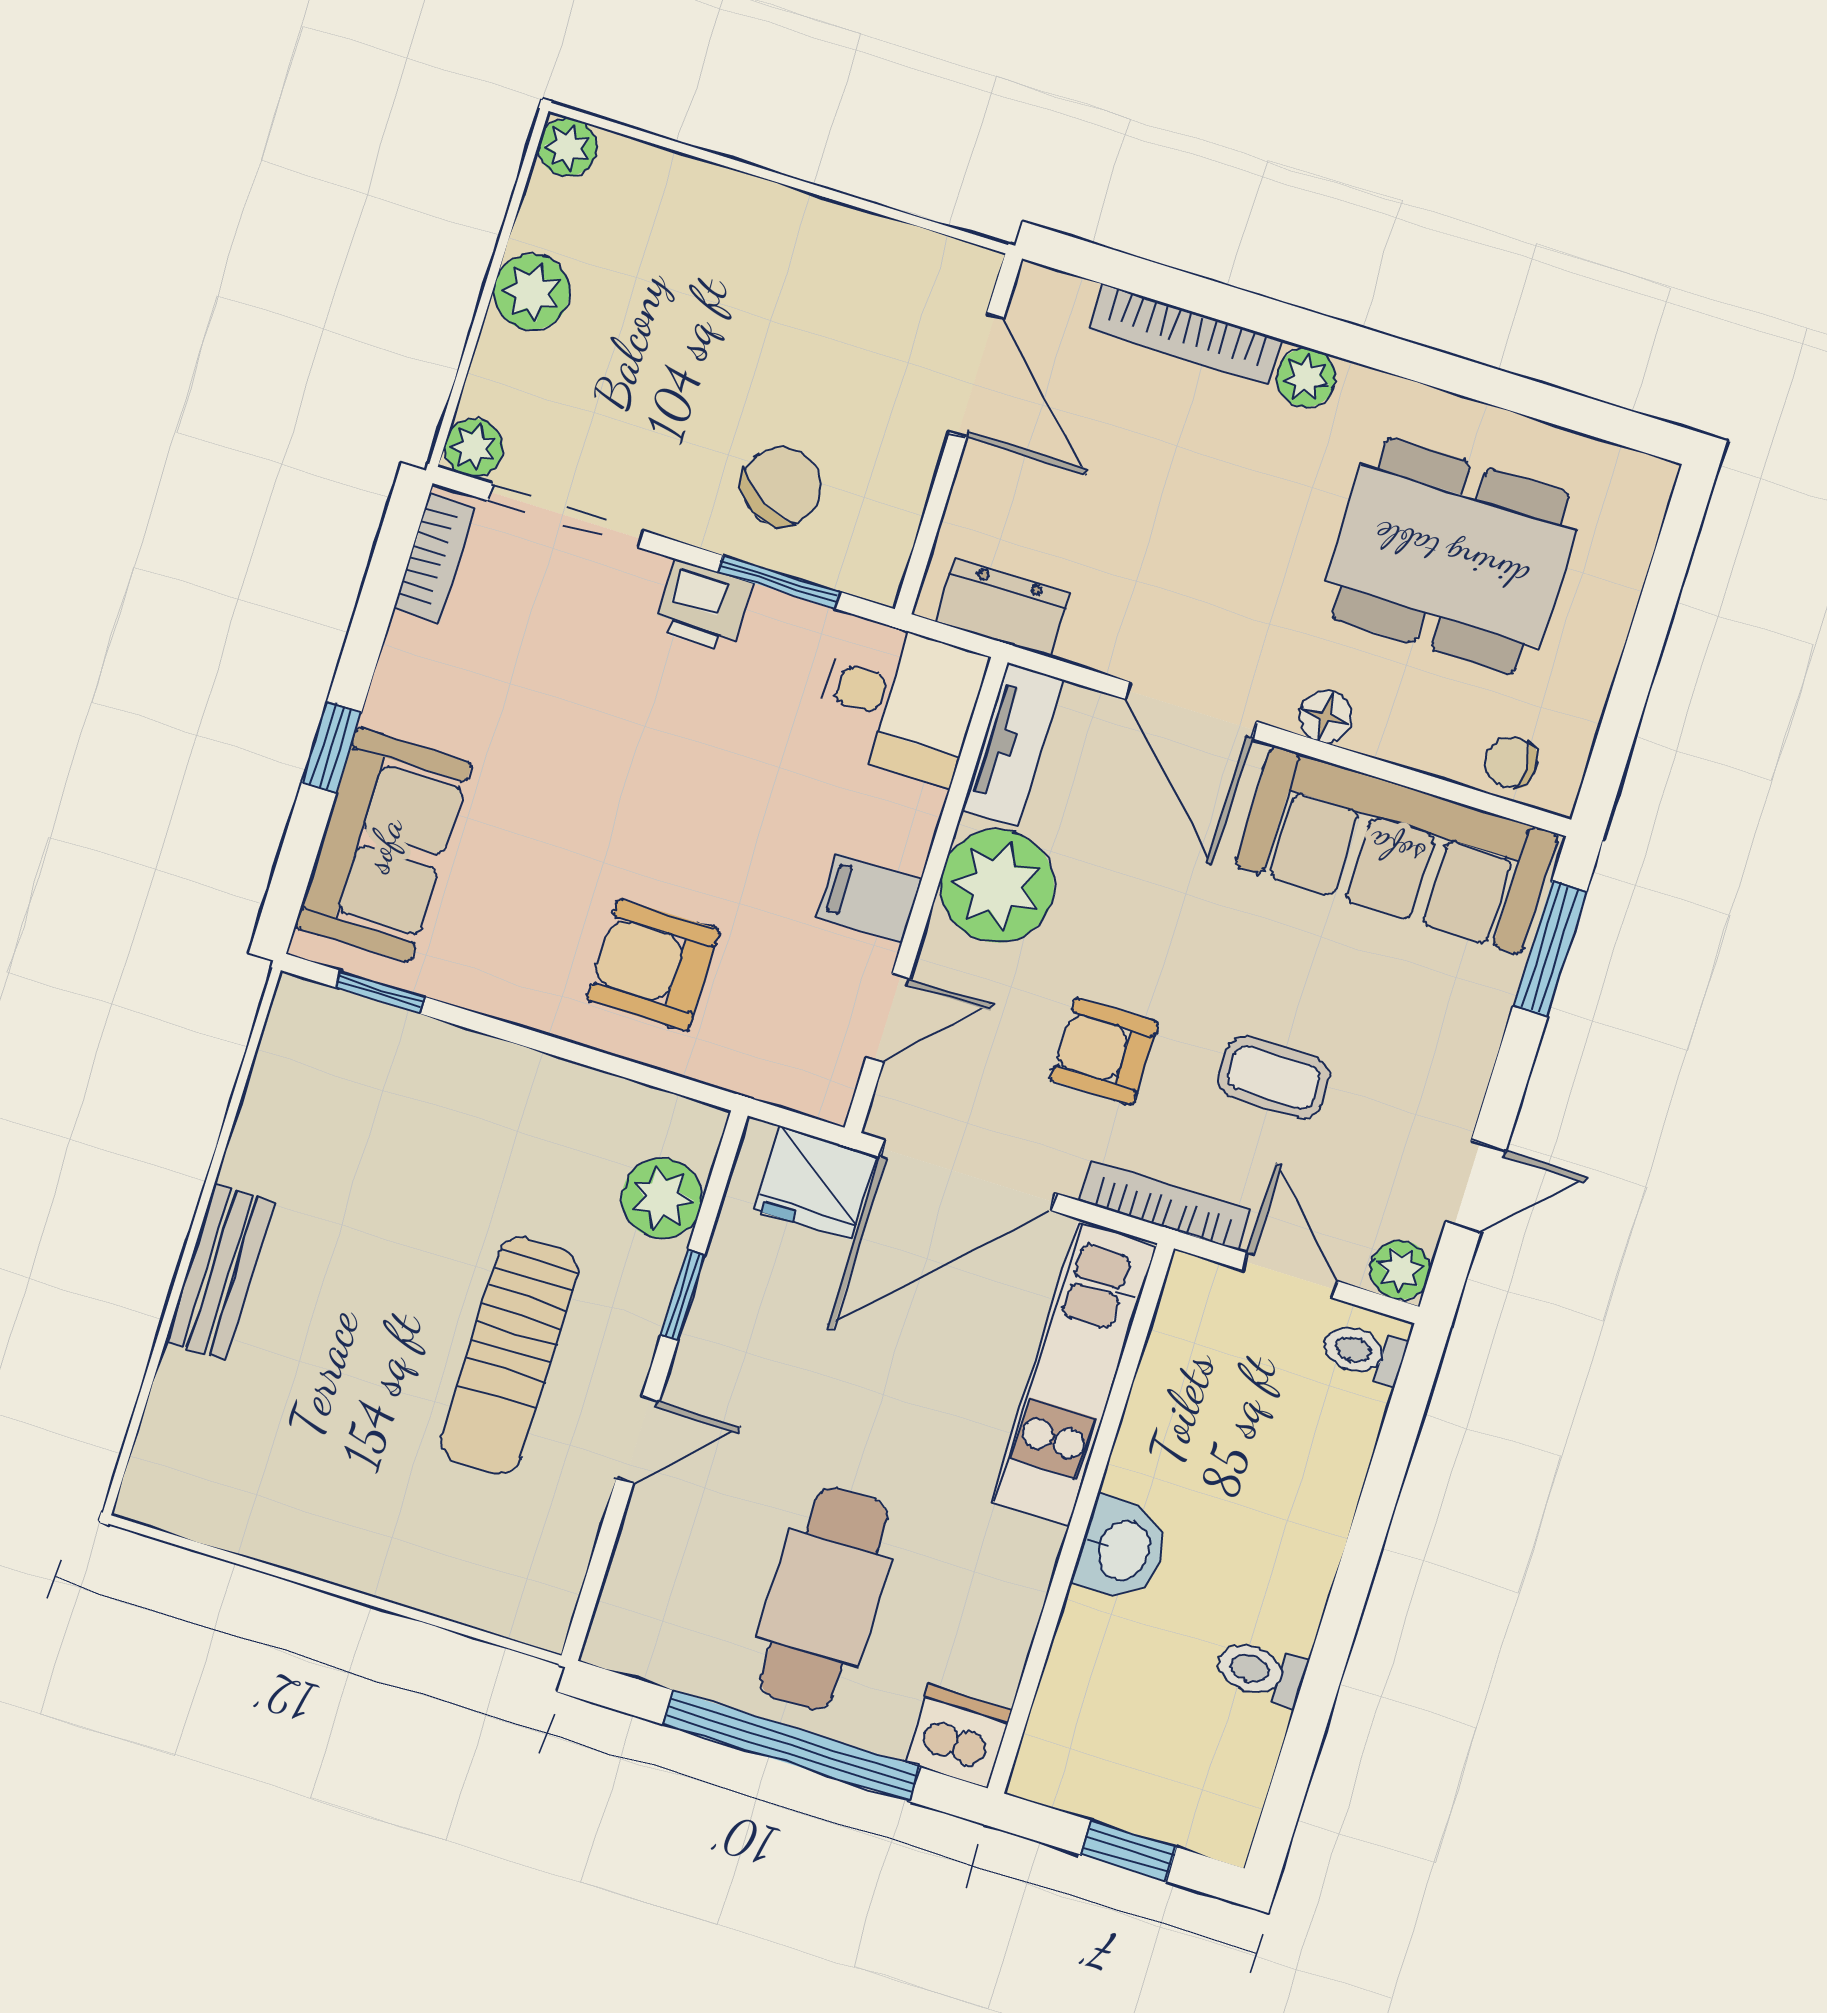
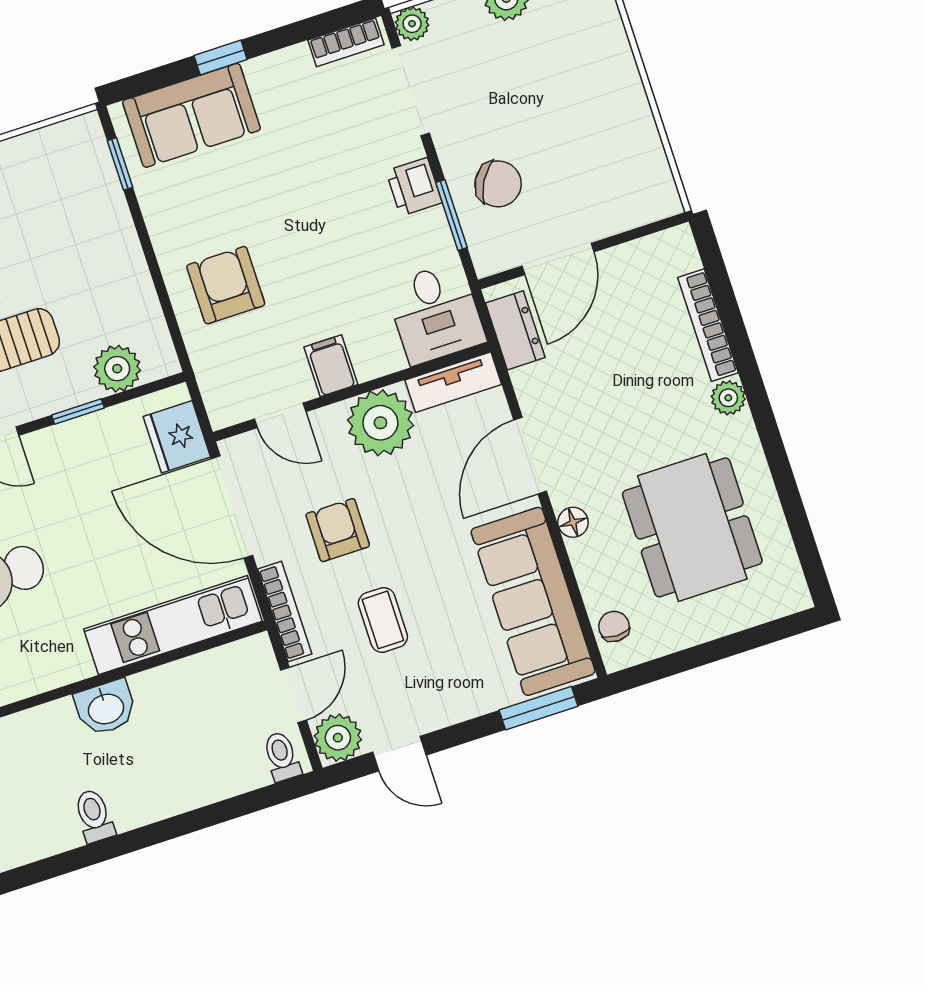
door: (977, 375) -> (558, 259), moved
plant: (1400, 1270) -> (338, 738), width x1.38, depth x1.38

